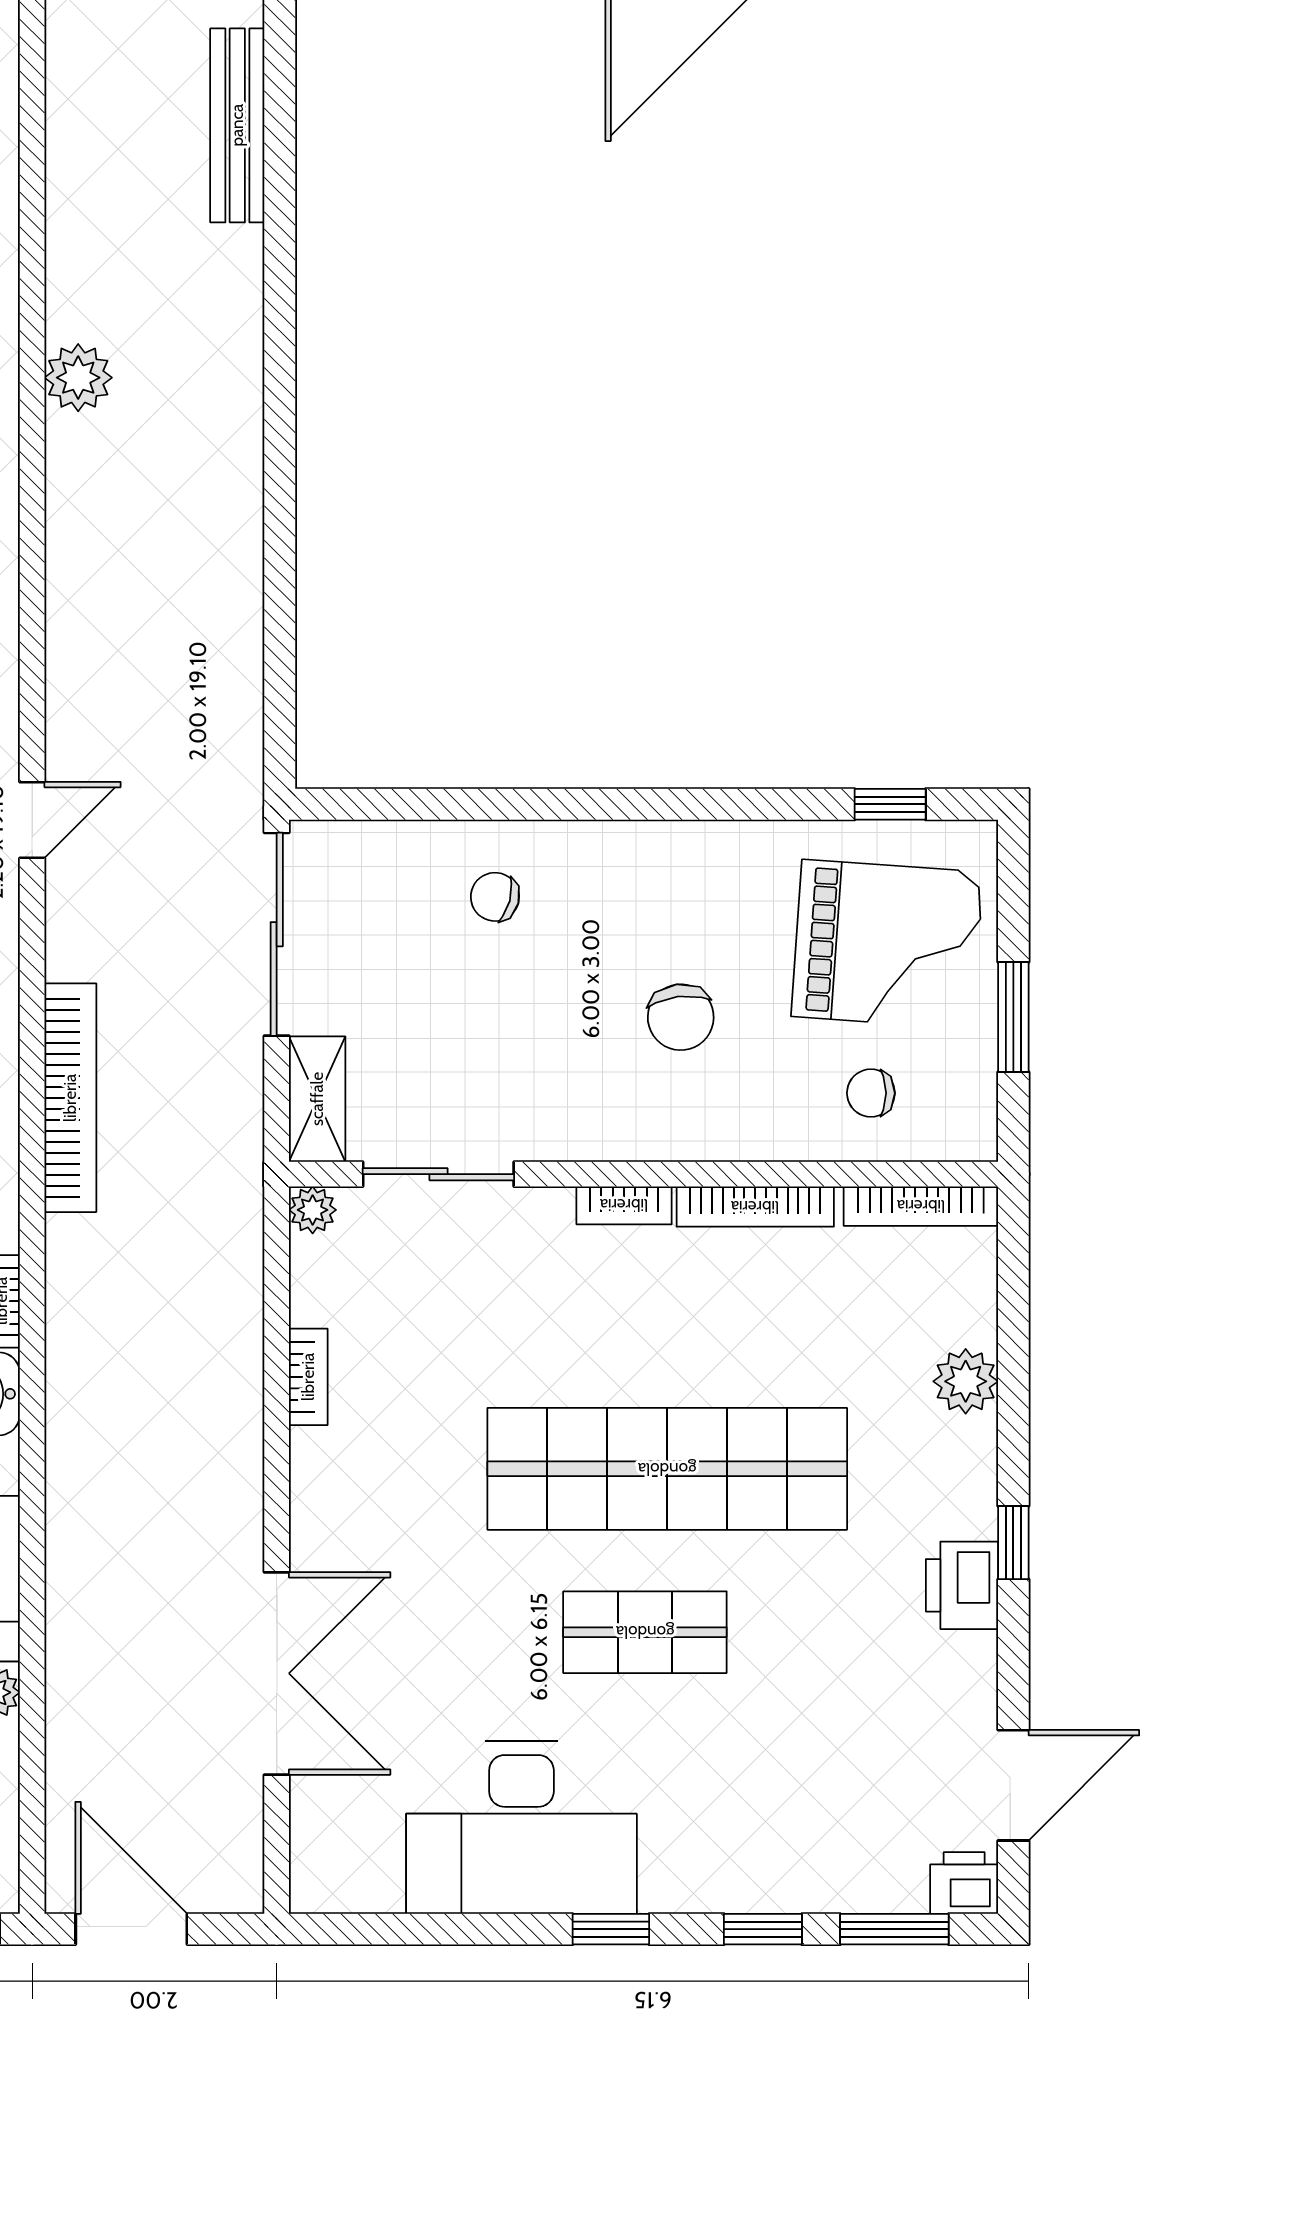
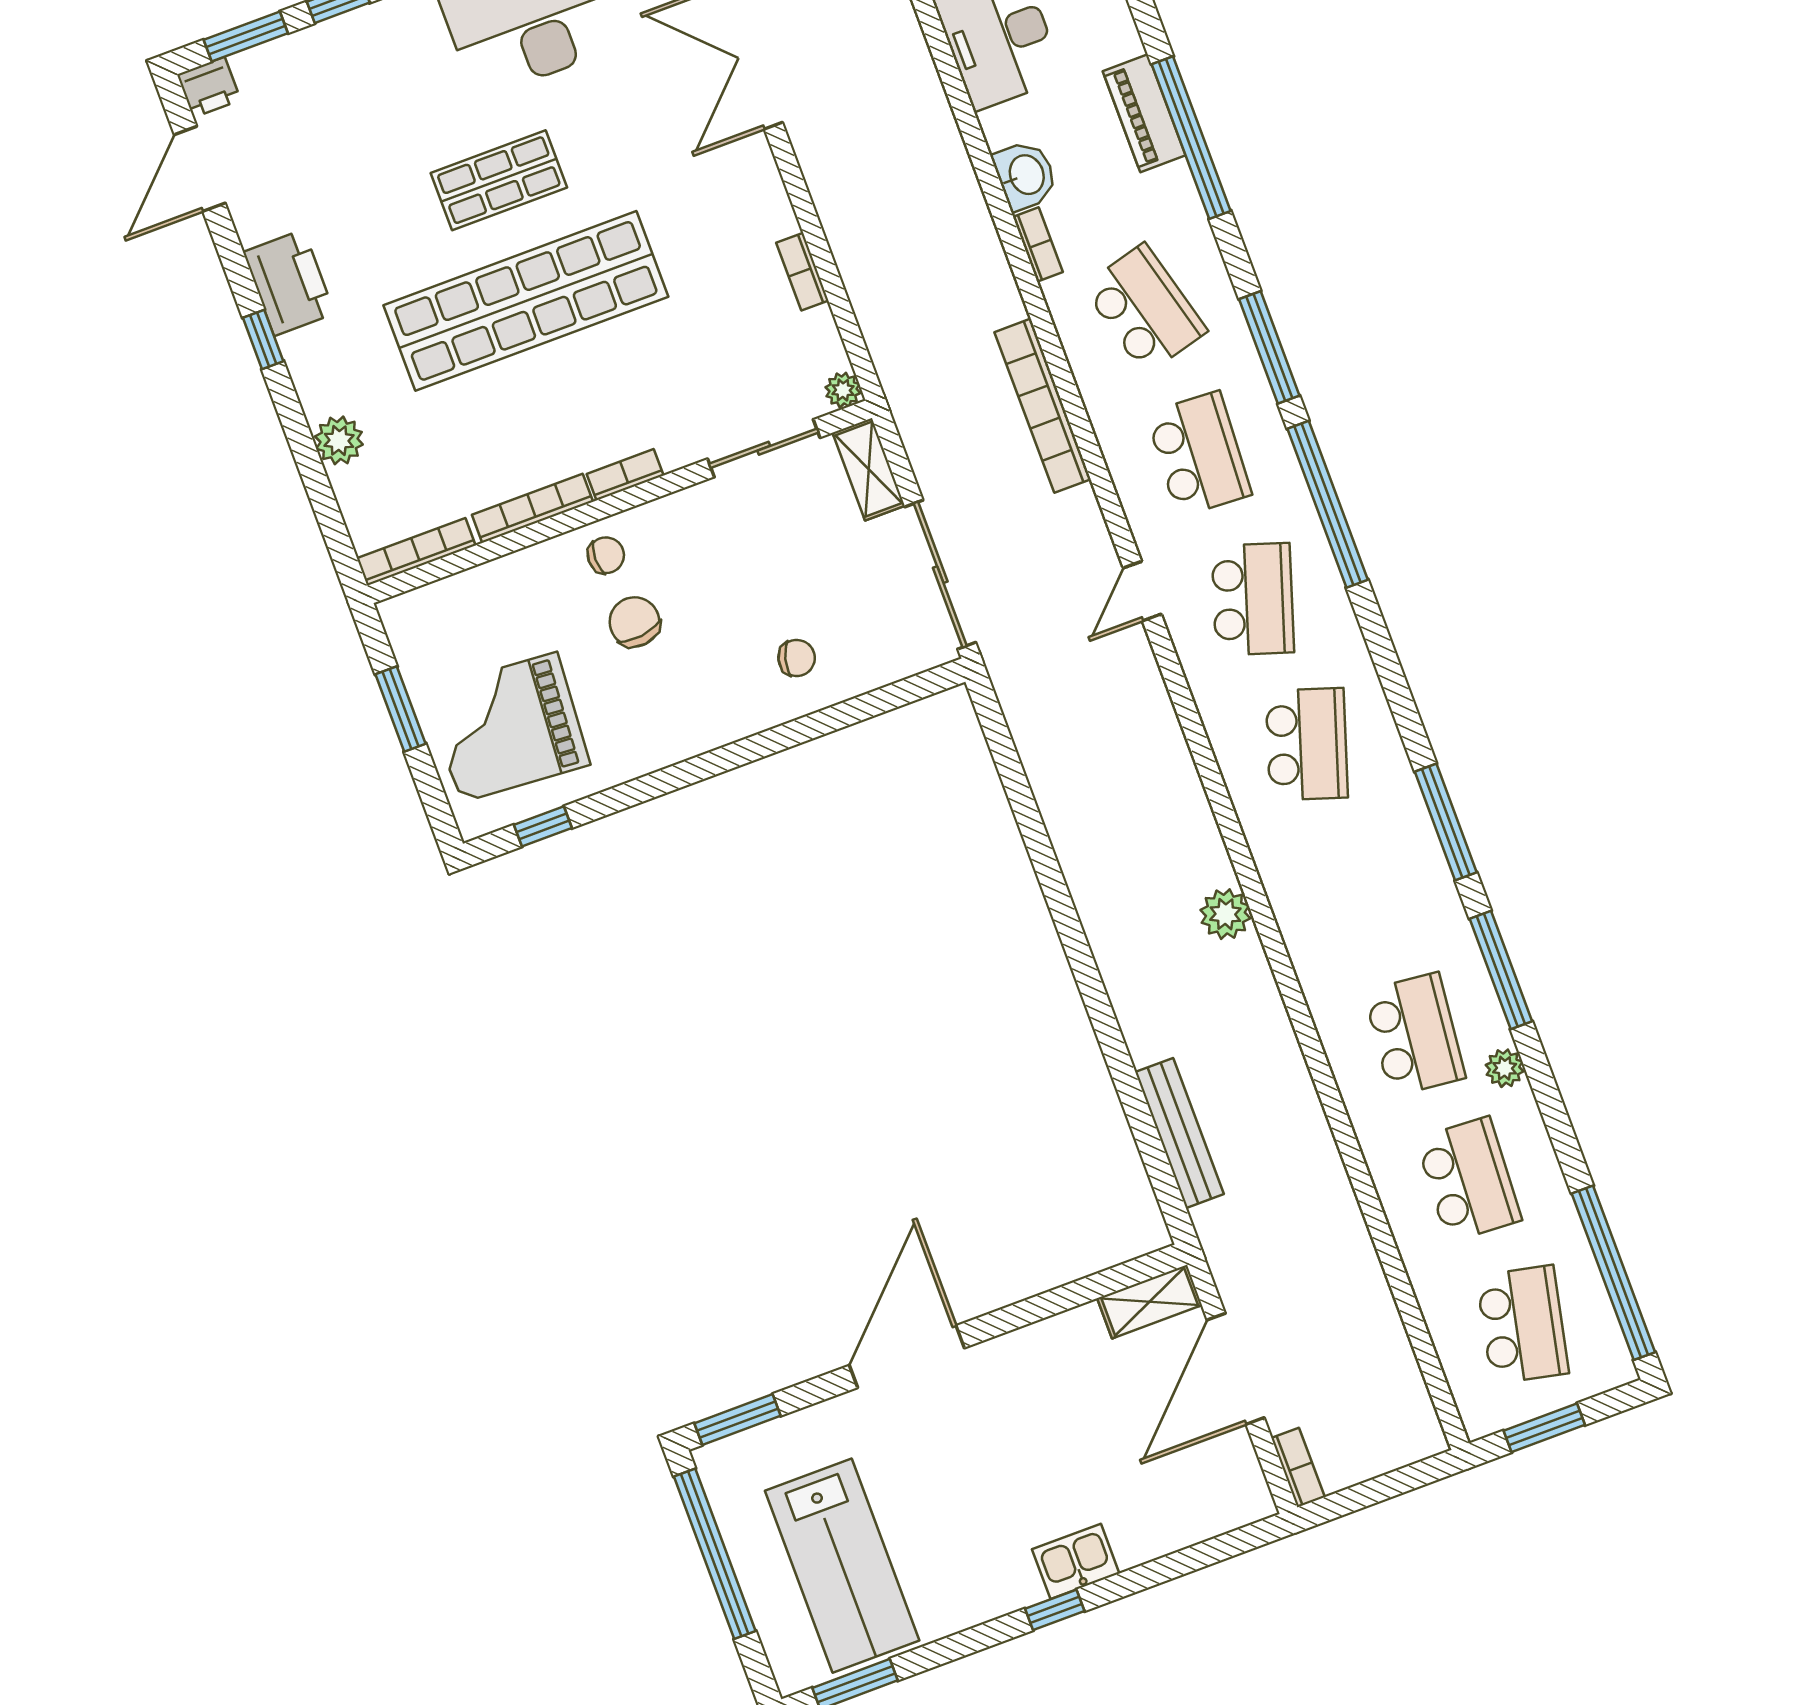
chair: (871, 1093) -> (606, 555), moved
printer: (962, 1585) -> (289, 283), width x1.37, depth x1.19

